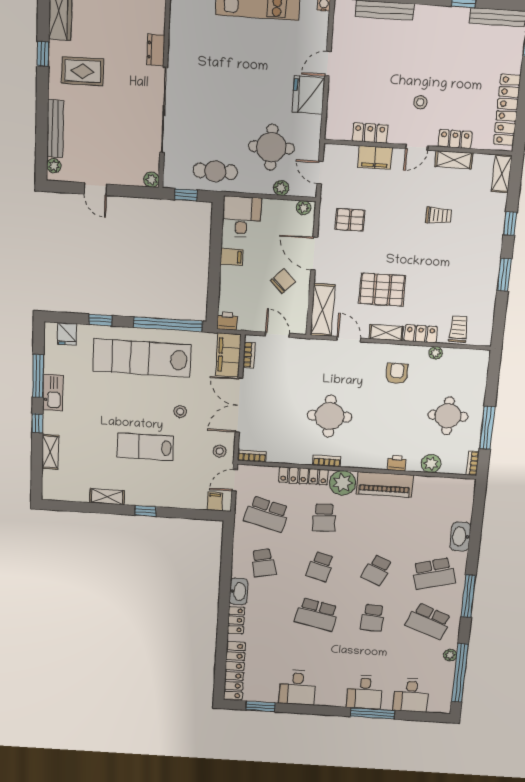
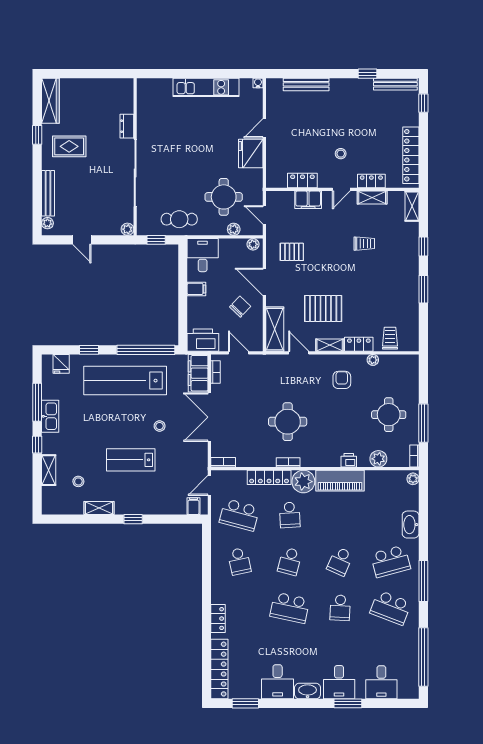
printer: (227, 321) -> (203, 340), width x1.87, depth x1.48
stool: (220, 451) -> (78, 481), moved
washbasin: (239, 592) -> (308, 691), moved, turned -90
plant: (450, 655) -> (413, 479), moved
window: (372, 713) -> (348, 703), width x0.69

